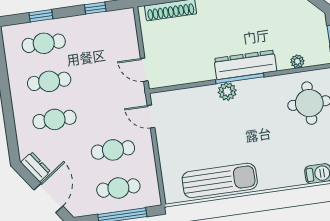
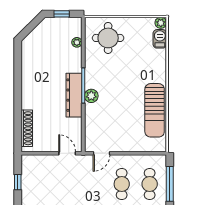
dresser: (245, 65) -> (74, 95), moved
door: (144, 70) -> (67, 153), swing flipped
sun lounger: (220, 180) -> (155, 110), turned 180

